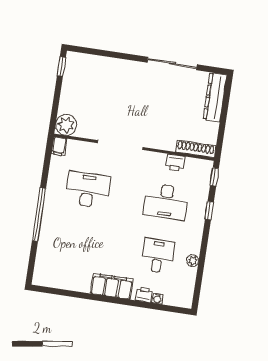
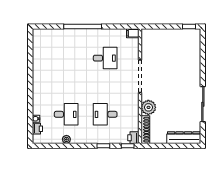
plant: (66, 125) -> (148, 107), moved
printer: (175, 163) -> (133, 138), moved
desk: (88, 190) -> (105, 58), width x0.73
desk: (166, 201) -> (105, 114), width x0.73
filing cabinet: (112, 286) -> (40, 85), removed
printer: (144, 295) -> (37, 129), moved

